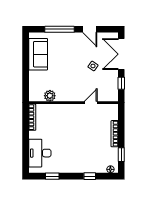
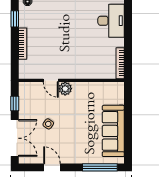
window: (59, 29) -> (100, 167), moved
sofa: (38, 54) -> (113, 131), width x1.36
plant: (50, 96) -> (65, 89), moved
door: (91, 103) -> (51, 80), hinge flipped

